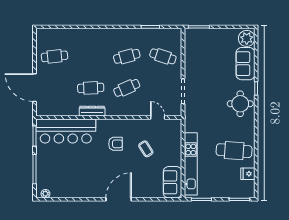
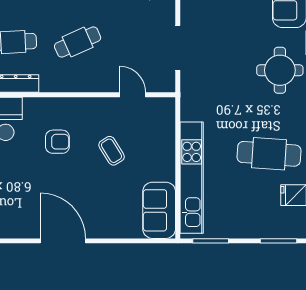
door: (119, 199) -> (63, 241), hinge flipped

